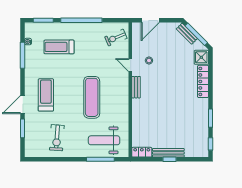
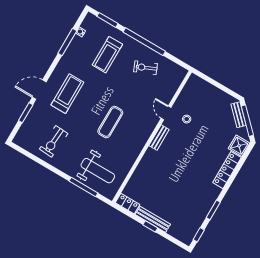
door: (150, 20) -> (211, 81), removed
exercise bike: (116, 38) -> (146, 68), moved
treadmill: (59, 47) -> (107, 55), turned -90
exercise mat: (92, 97) -> (110, 122), width x0.73, depth x0.69
weight bench: (104, 140) -> (98, 171), turned 180

